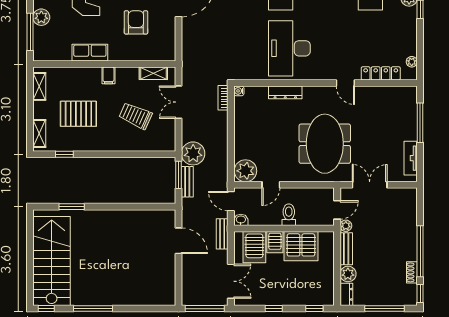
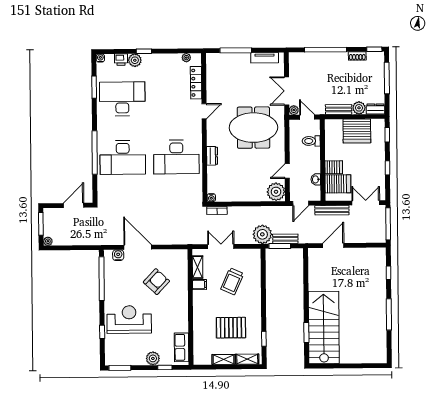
armchair: (136, 22) -> (156, 282), turned 133
window: (30, 32) -> (165, 367), width x0.46
row of seats: (90, 53) -> (182, 347), moved
filing cabinet: (108, 75) -> (200, 285), moved
shelving: (39, 86) -> (224, 359), moved
dresser: (285, 92) -> (212, 156), width x0.70
double door: (179, 102) -> (221, 247), swing flipped
pallet: (78, 114) -> (231, 328), turned 90
door: (271, 185) -> (287, 171), swing flipped
toilet: (289, 215) -> (311, 141), moved
washbasin: (241, 220) -> (316, 179), moved
plant: (346, 226) -> (294, 110), moved
bench: (222, 234) -> (332, 210), width x1.36
server rack: (301, 246) -> (357, 131), moved, turned 90
window: (420, 251) -> (325, 50), moved
stairs: (52, 261) -> (324, 327), moved, turned 90
window: (46, 309) -> (388, 273), moved

